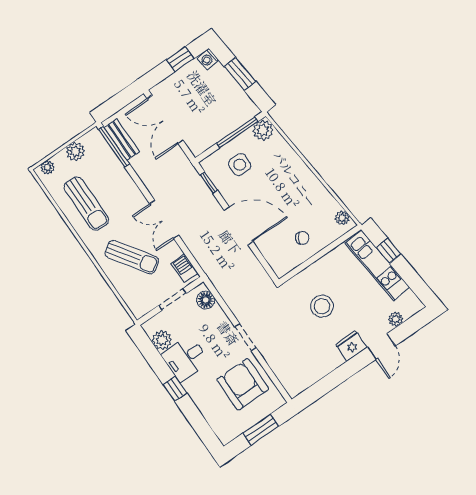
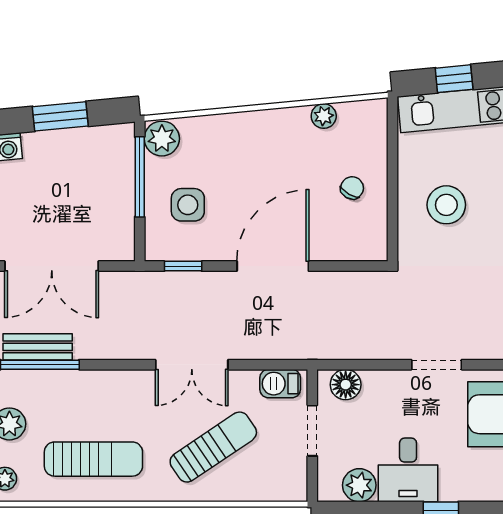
plant: (342, 218) -> (324, 116), moved
stool: (322, 306) -> (446, 205), moved

